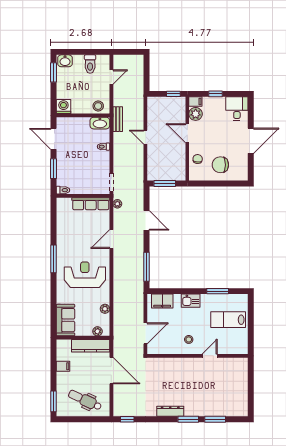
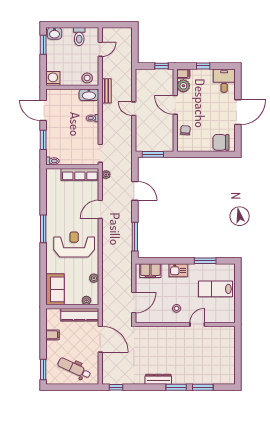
chair: (220, 165) -> (221, 142), moved

